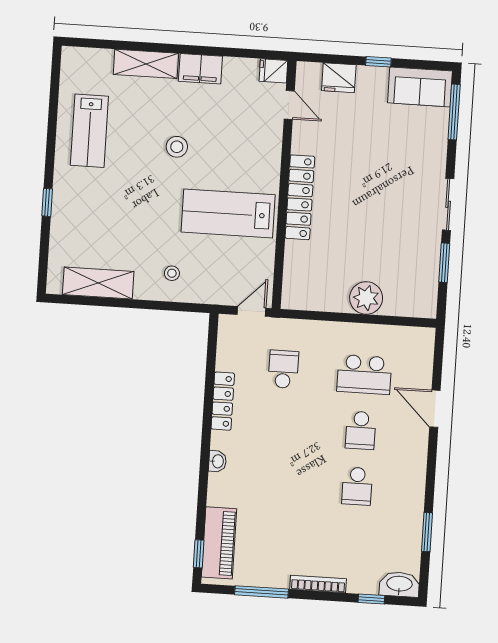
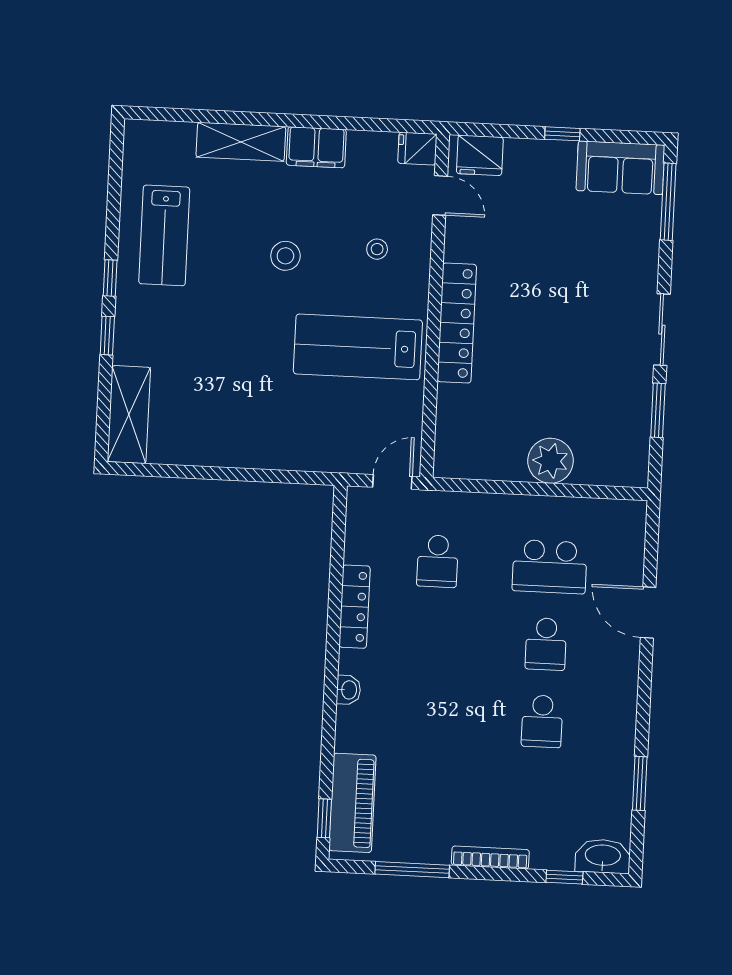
fridge: (339, 78) -> (480, 155), moved
window: (50, 161) -> (110, 278), added
stool: (172, 273) -> (377, 249), moved
shelving: (98, 283) -> (129, 415), moved, turned 90
school desk: (283, 369) -> (438, 561), turned 180

